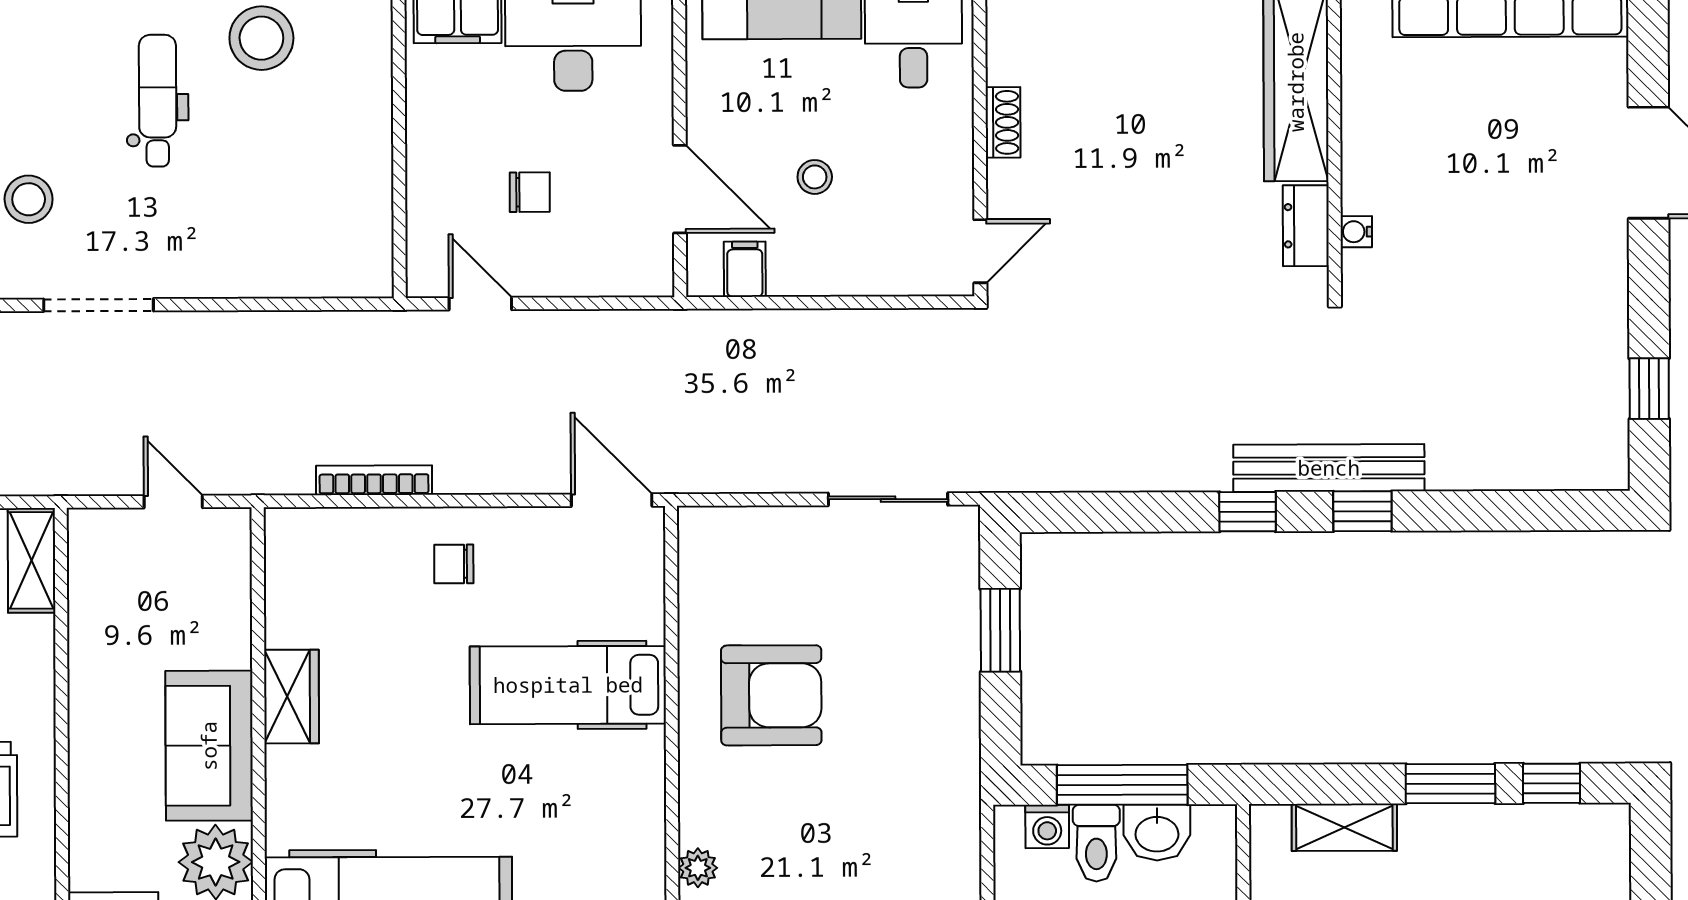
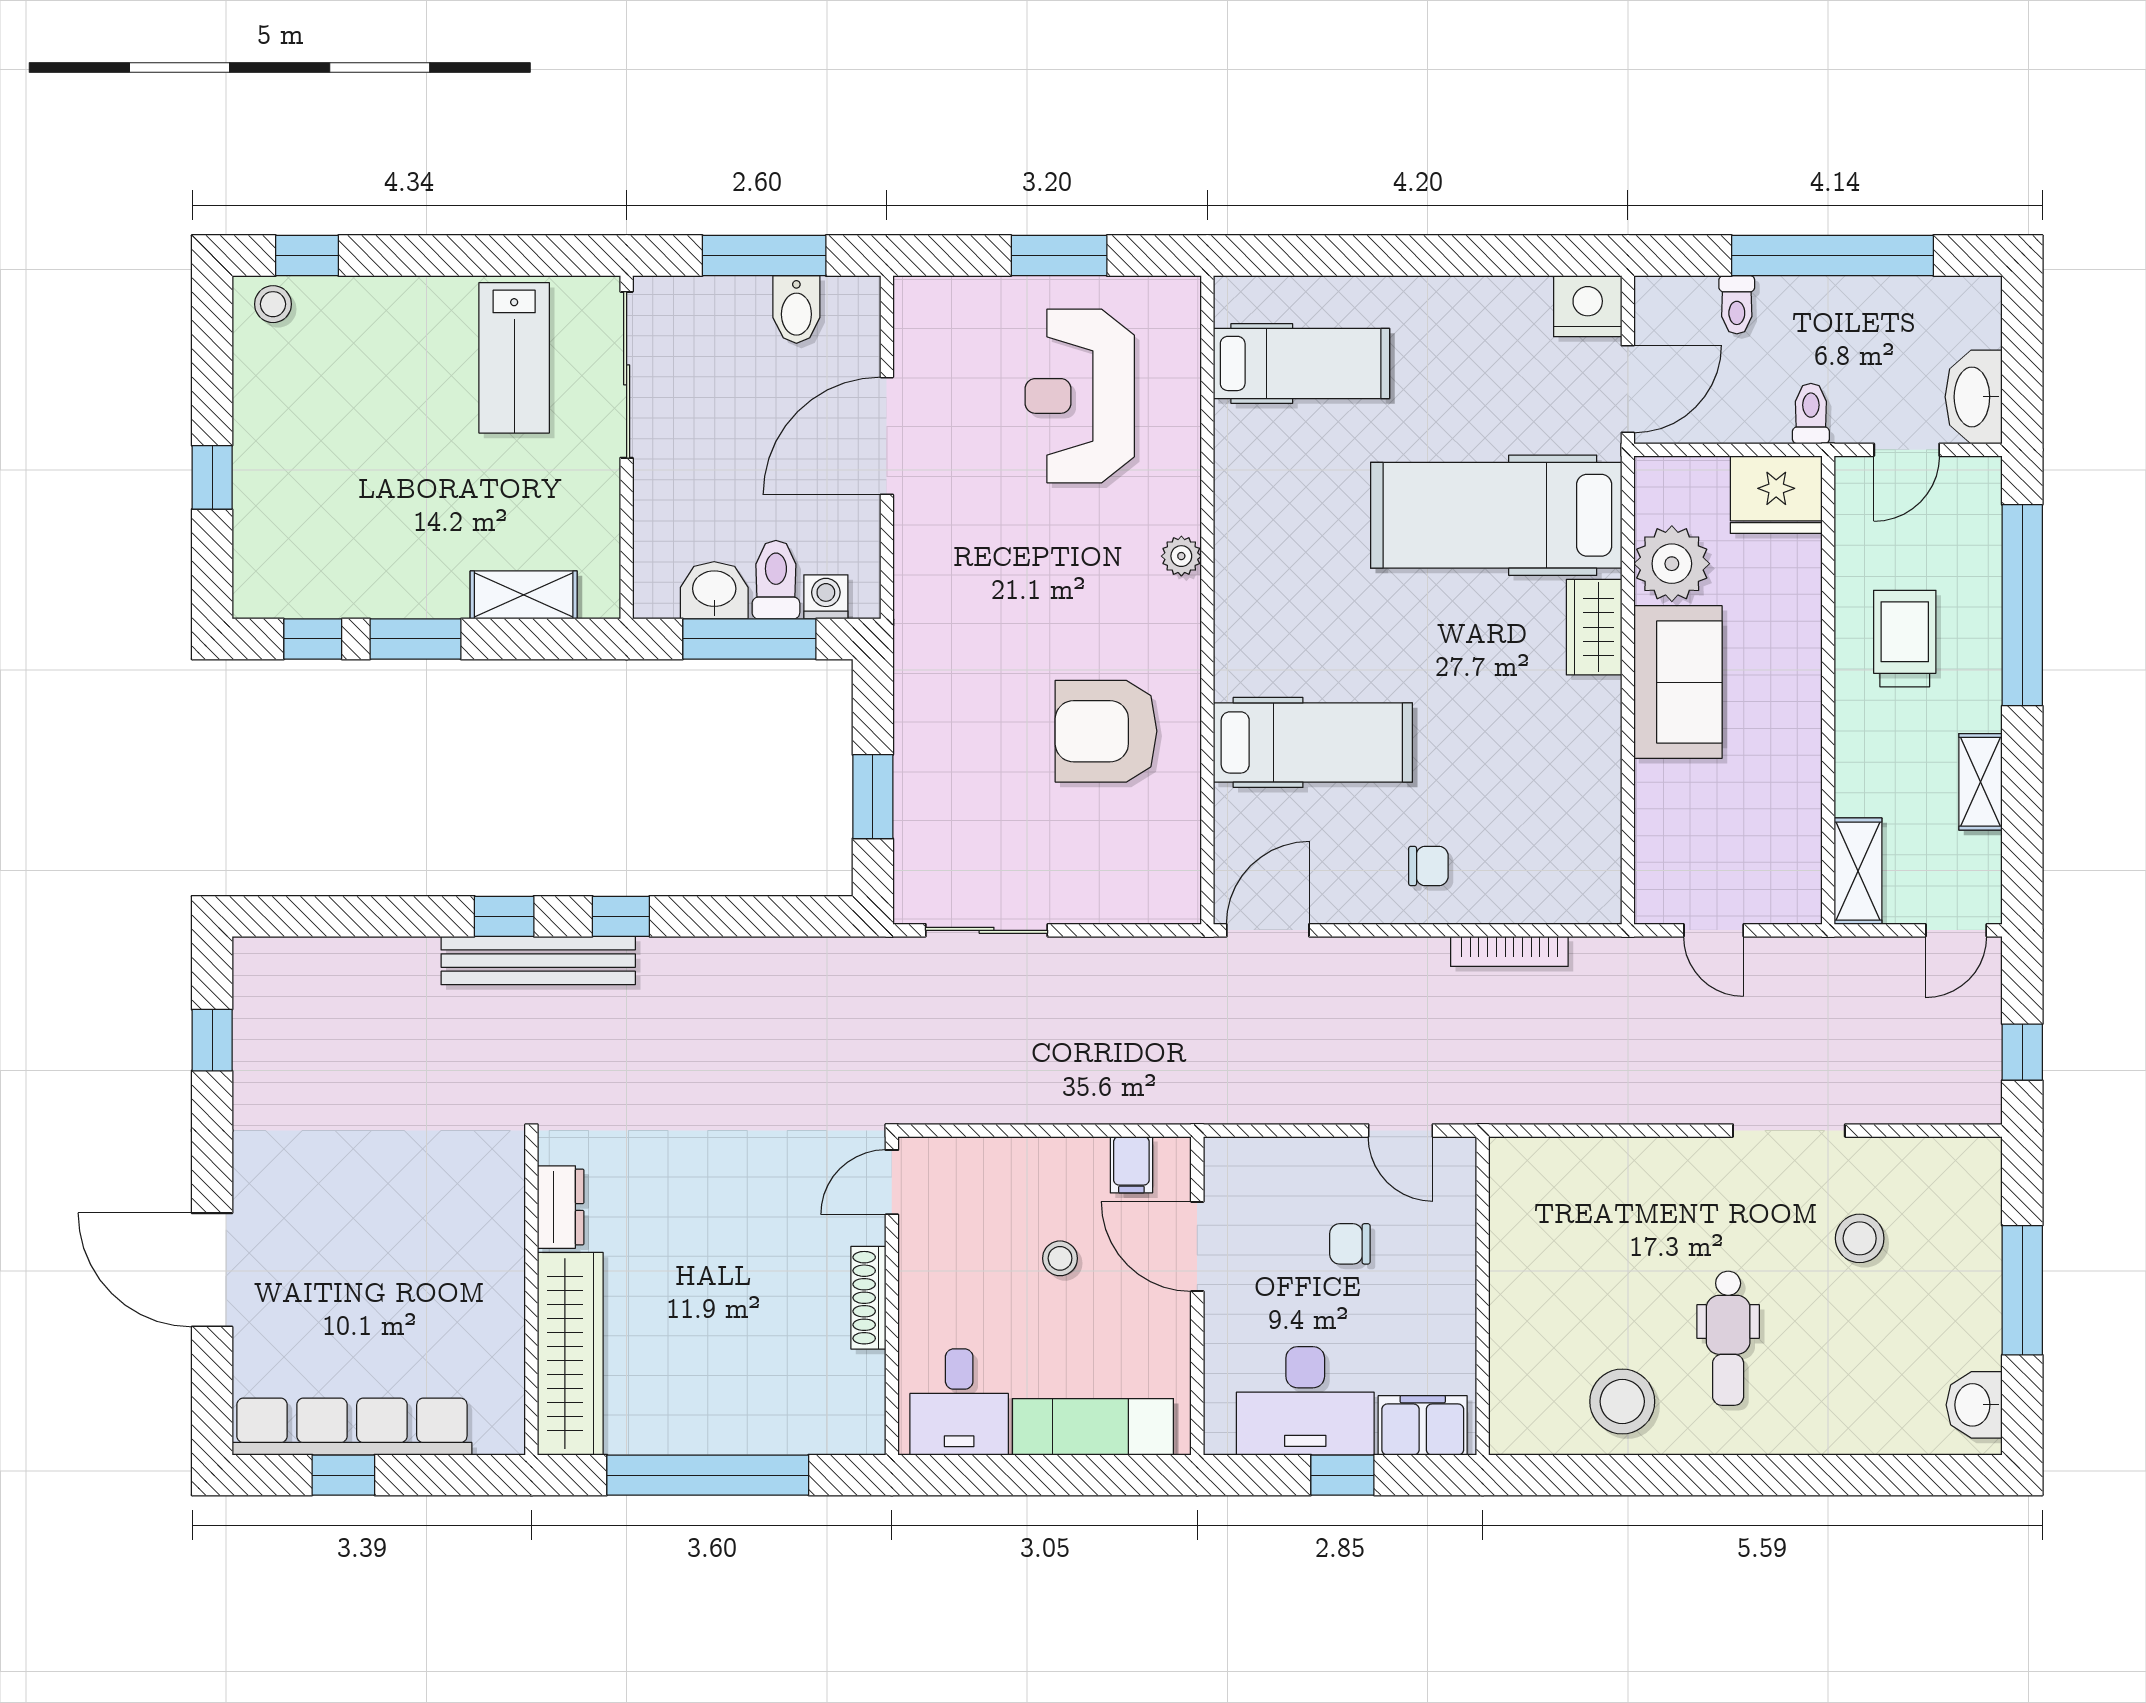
shoe rack: (1003, 122) -> (868, 1298), width x1.43
water cooler: (1356, 232) -> (510, 1201), removed
door: (612, 500) -> (1268, 930), swing flipped
wardrobe: (291, 697) -> (1594, 627), moved

